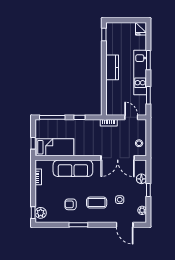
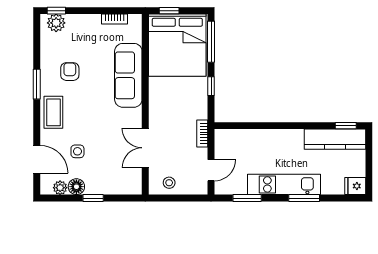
kitchen counter: (112, 67) -> (335, 139), moved, width x1.50
bed: (54, 147) -> (177, 45), width x2.04
double door: (118, 158) -> (145, 148), width x0.73
floor lamp: (141, 179) -> (76, 187), moved
coffee table: (97, 203) -> (53, 112), moved
door: (125, 225) -> (37, 159), swing flipped

